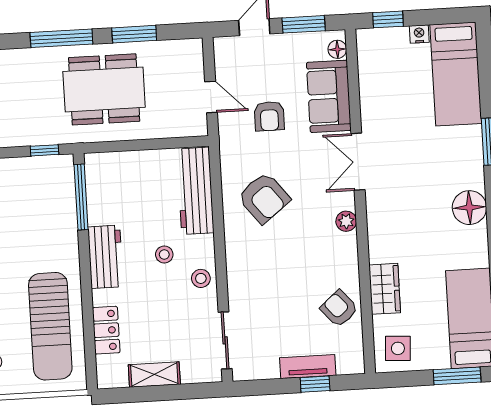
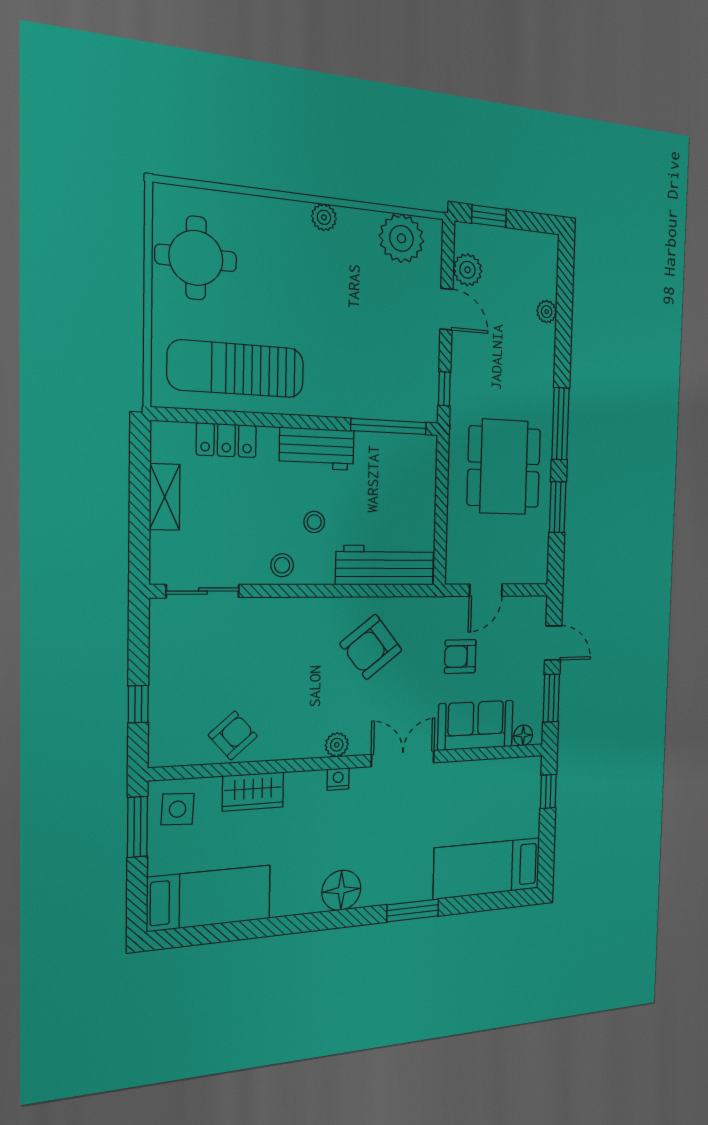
nightstand: (419, 34) -> (338, 779), moved, turned -90
tv unit: (308, 367) -> (162, 695), removed
window: (457, 376) -> (137, 827), moved

